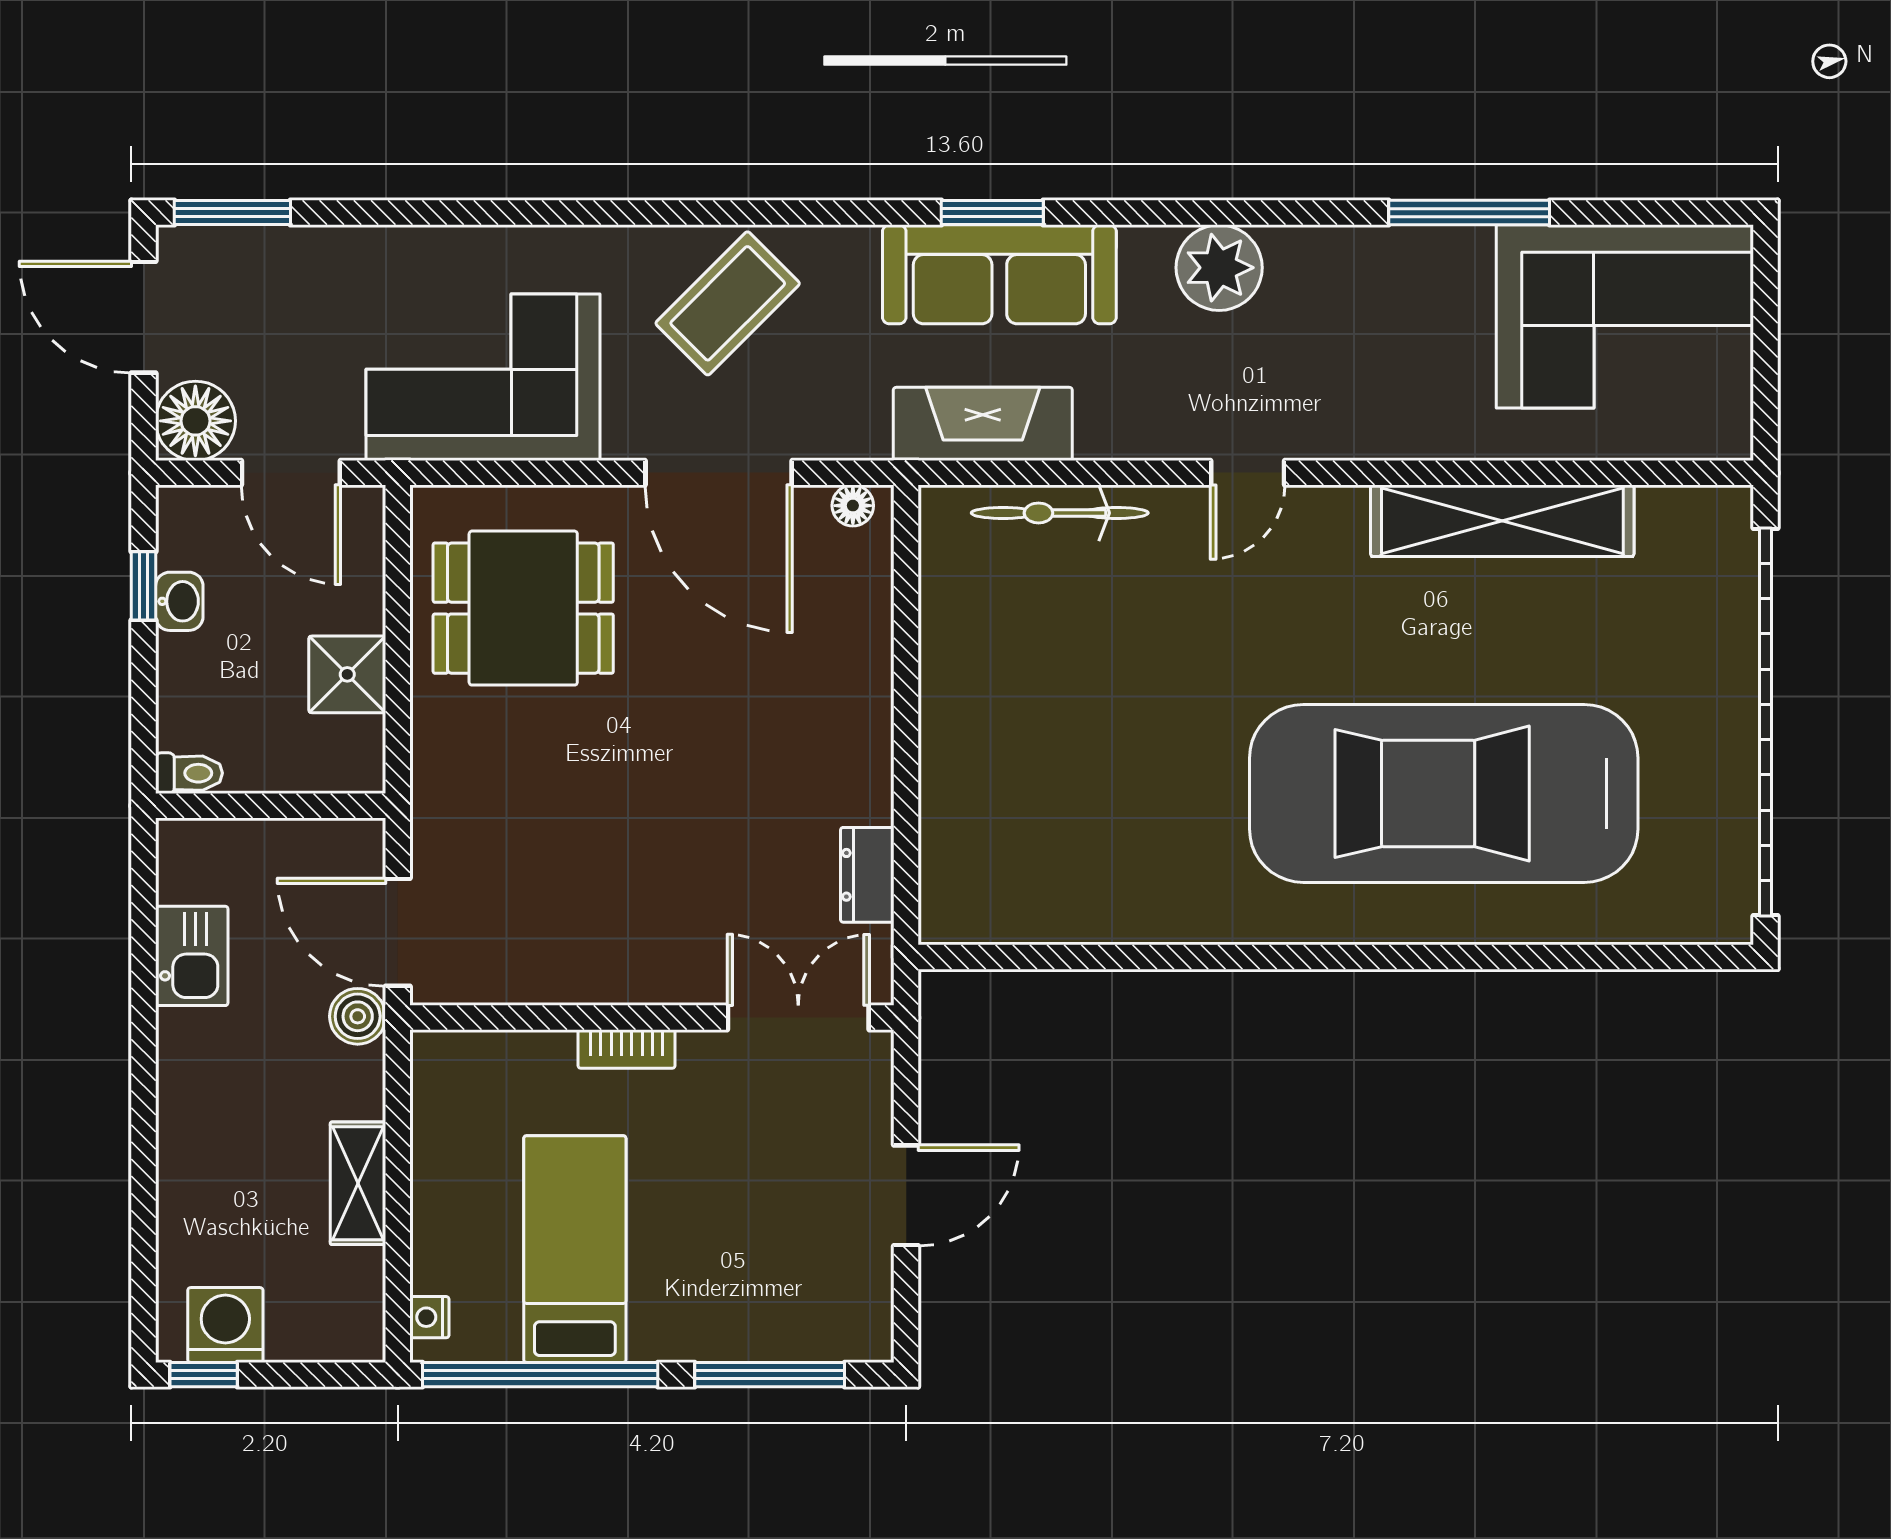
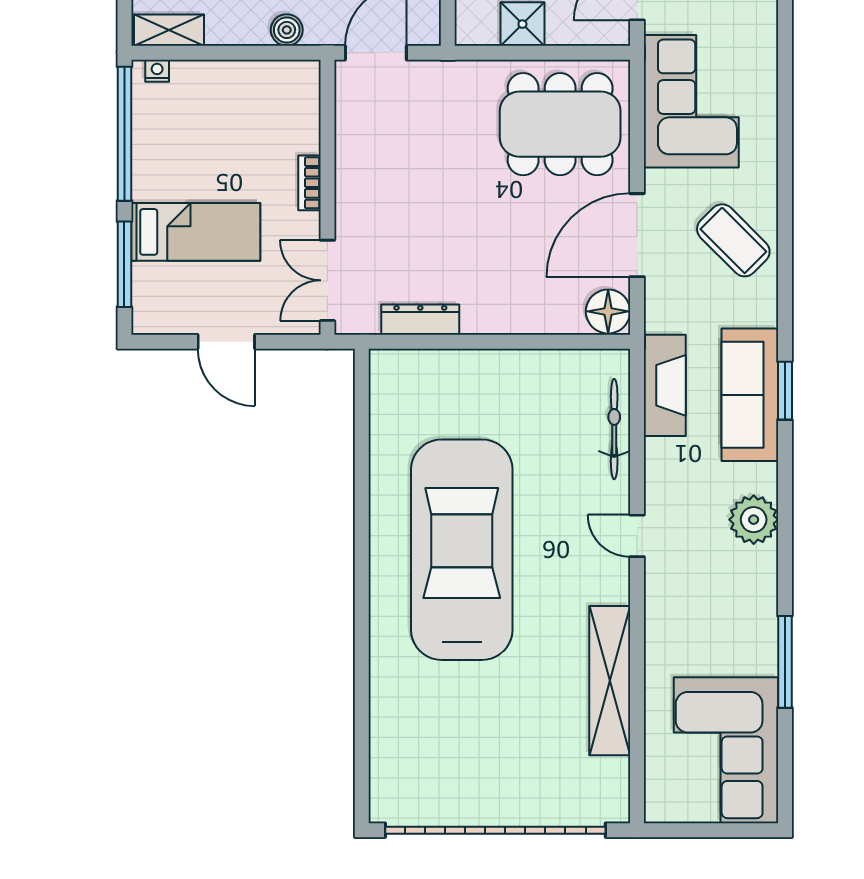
floor lamp: (853, 506) -> (608, 311), width x1.89, depth x1.89
dining table: (523, 608) -> (560, 124), width x1.38
car: (1444, 793) -> (462, 550), moved
dresser: (867, 875) -> (420, 320), width x1.44
boiler: (358, 1016) -> (287, 30), moved
double door: (798, 1018) -> (327, 280), swing flipped
shelving: (358, 1183) -> (169, 30), moved
bed: (575, 1249) -> (196, 232), moved

